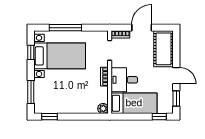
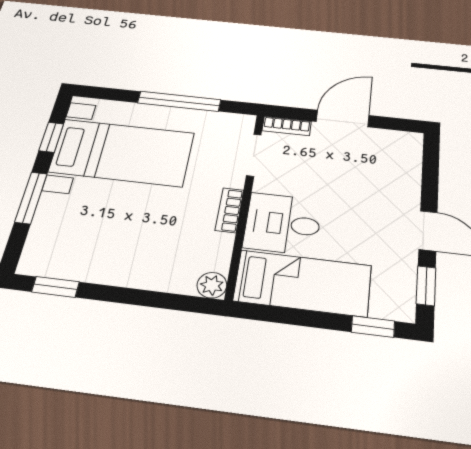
window: (65, 28) -> (179, 101), moved
cot: (164, 49) -> (396, 168), removed
window: (31, 92) -> (31, 198), moved

